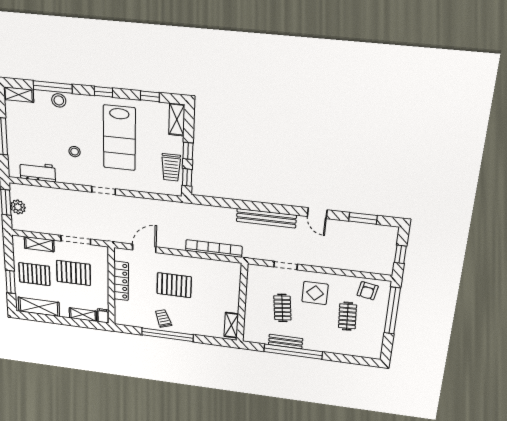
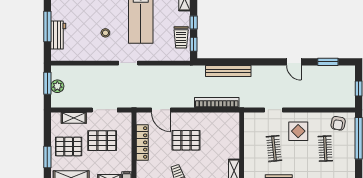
workbench: (38, 172) -> (58, 35), moved, turned 90
bench: (266, 218) -> (228, 71), moved
door: (144, 248) -> (161, 110), swing flipped

